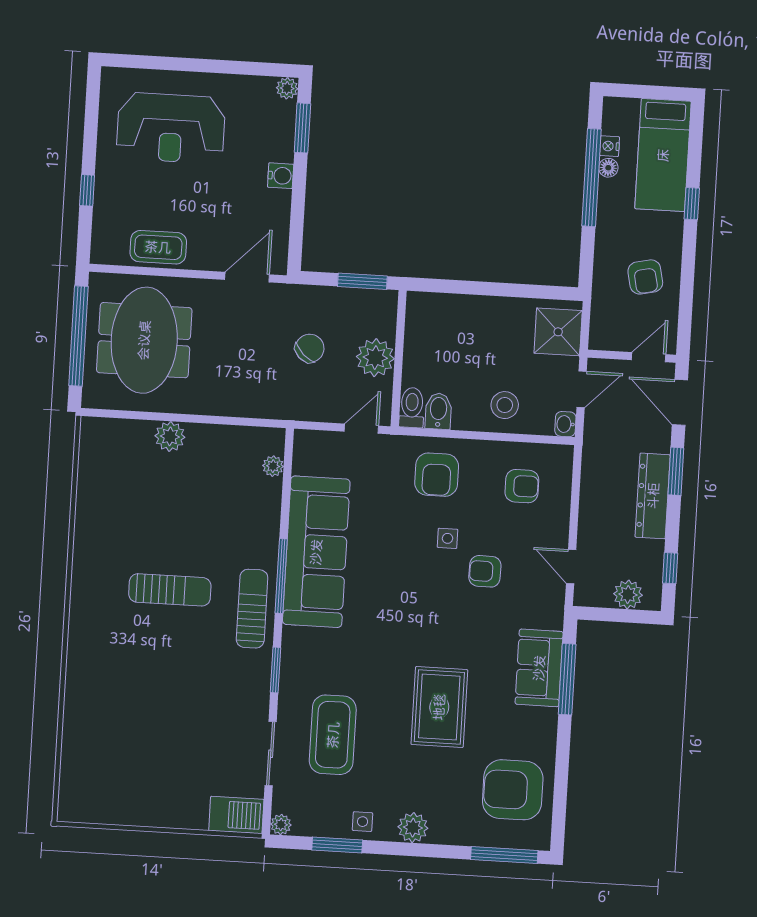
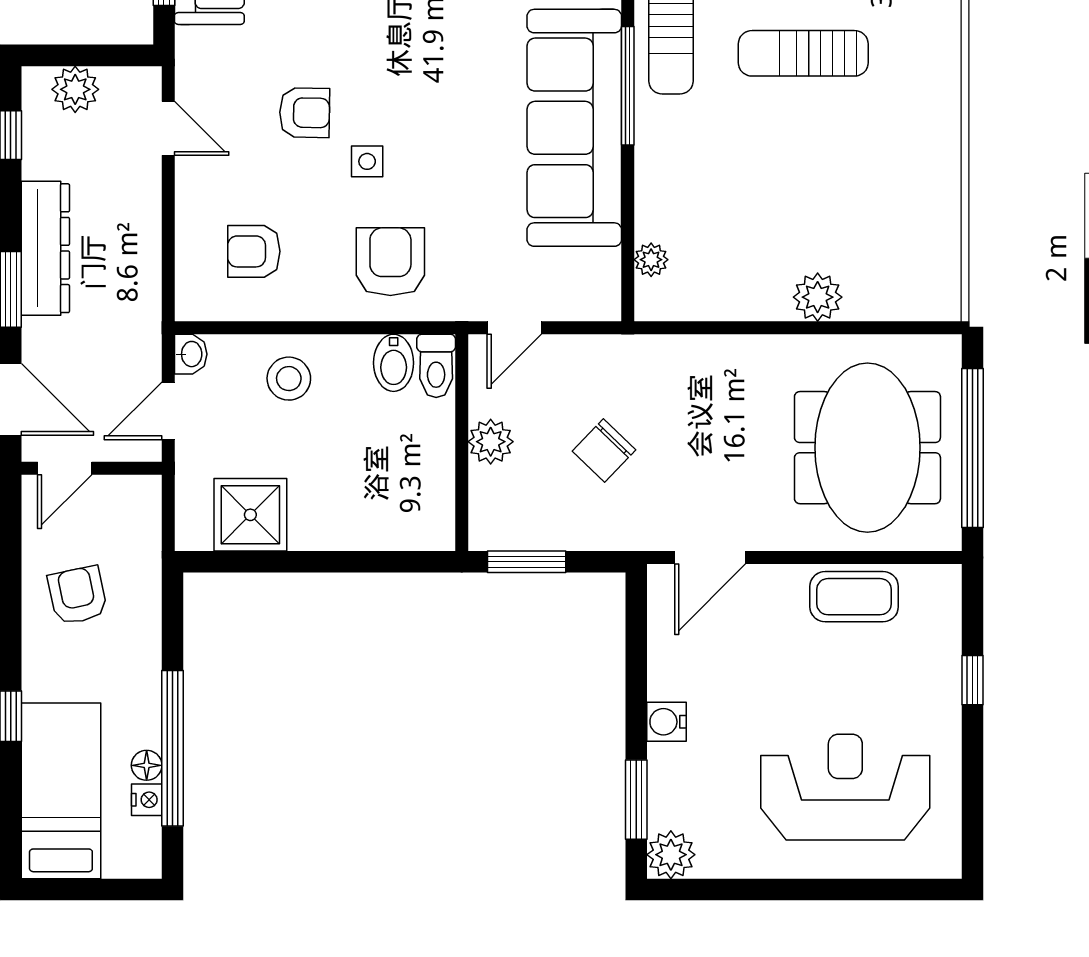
plant: (287, 88) -> (671, 855), width x1.38, depth x1.38
shower: (558, 332) -> (250, 515), moved
plant: (375, 358) -> (491, 442), width x0.73, depth x0.73

